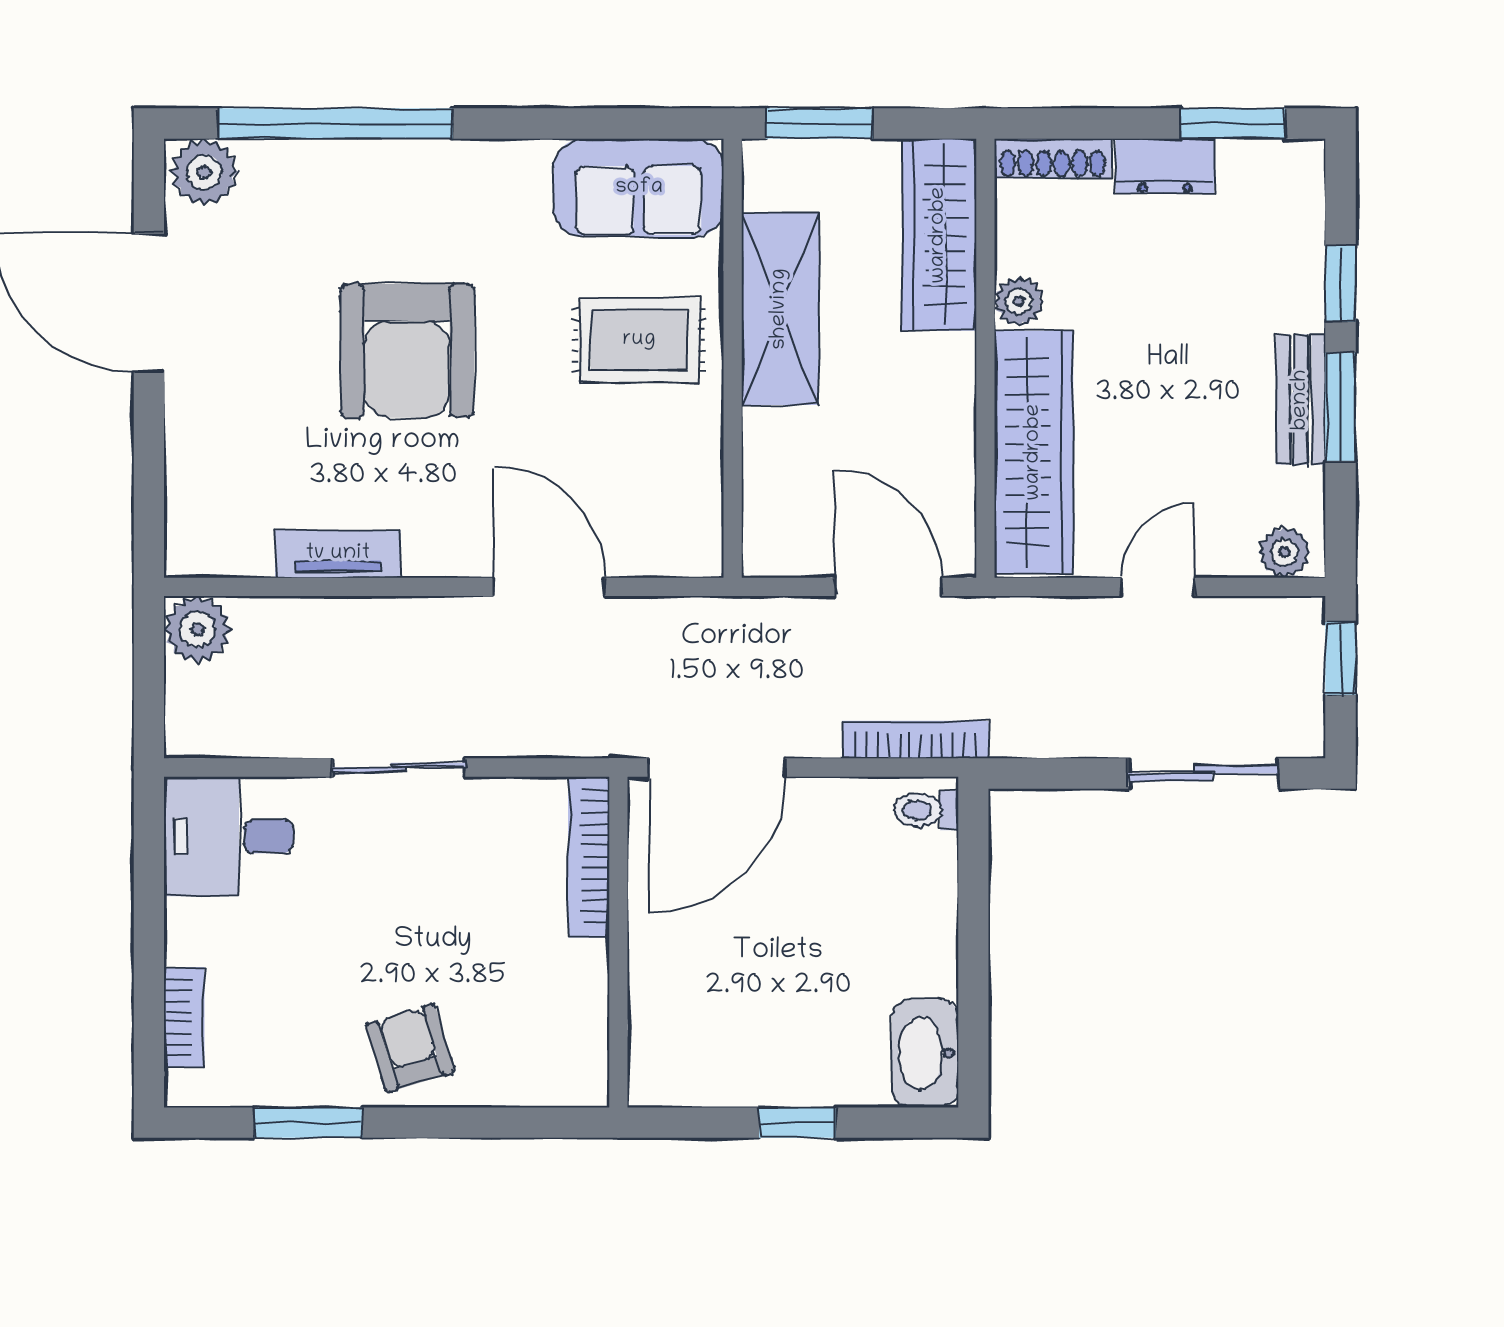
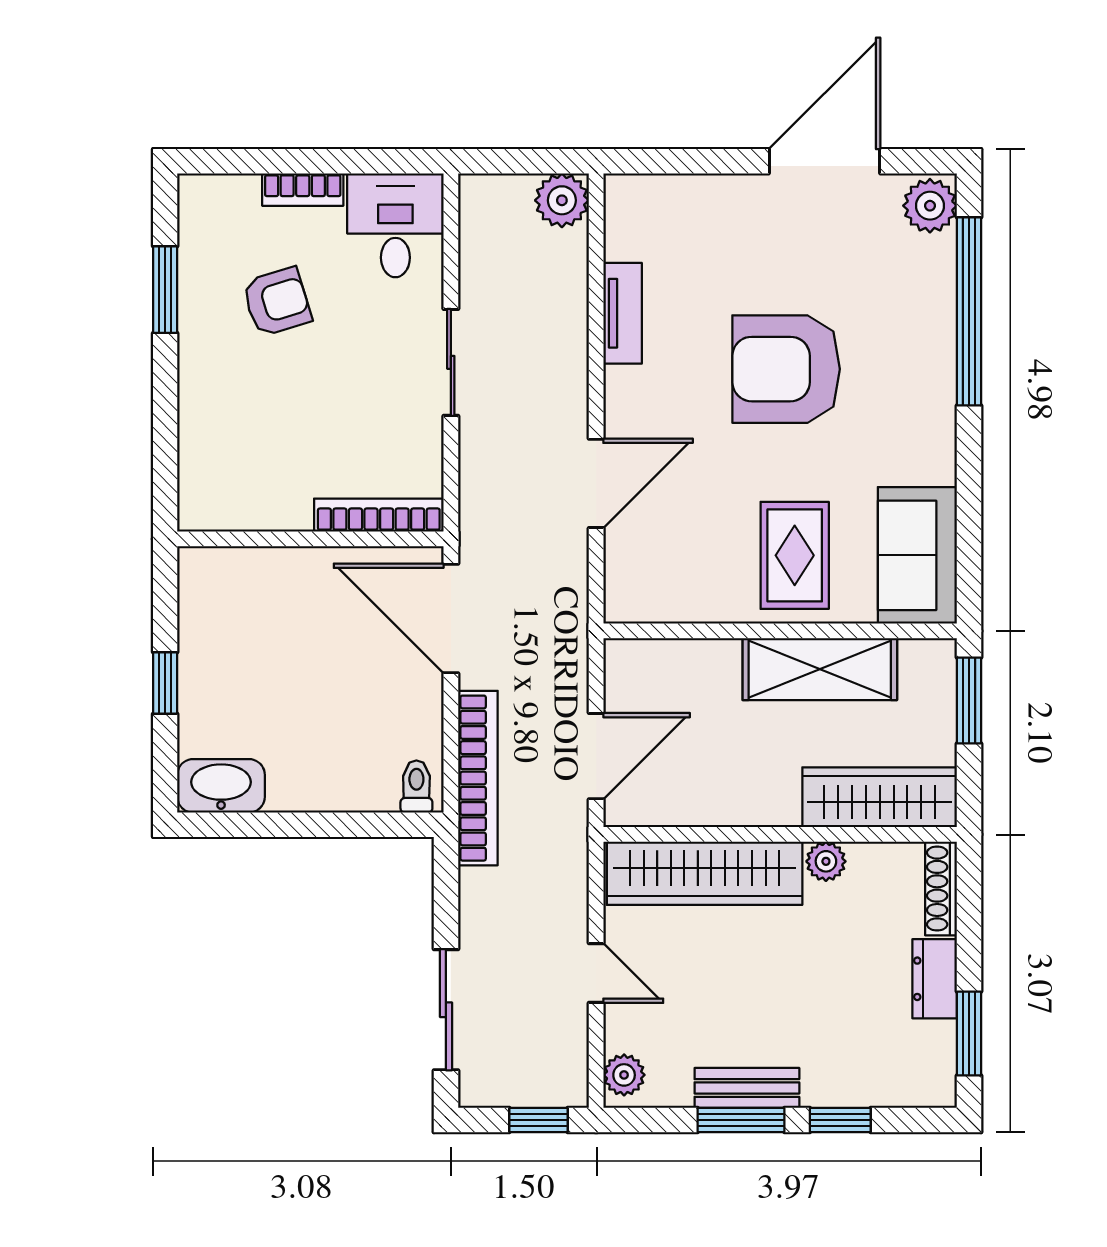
bookcase: (915, 740) -> (478, 778), width x1.48, depth x1.31
bookcase: (184, 1018) -> (303, 190), moved
armchair: (410, 1048) -> (277, 302), moved

